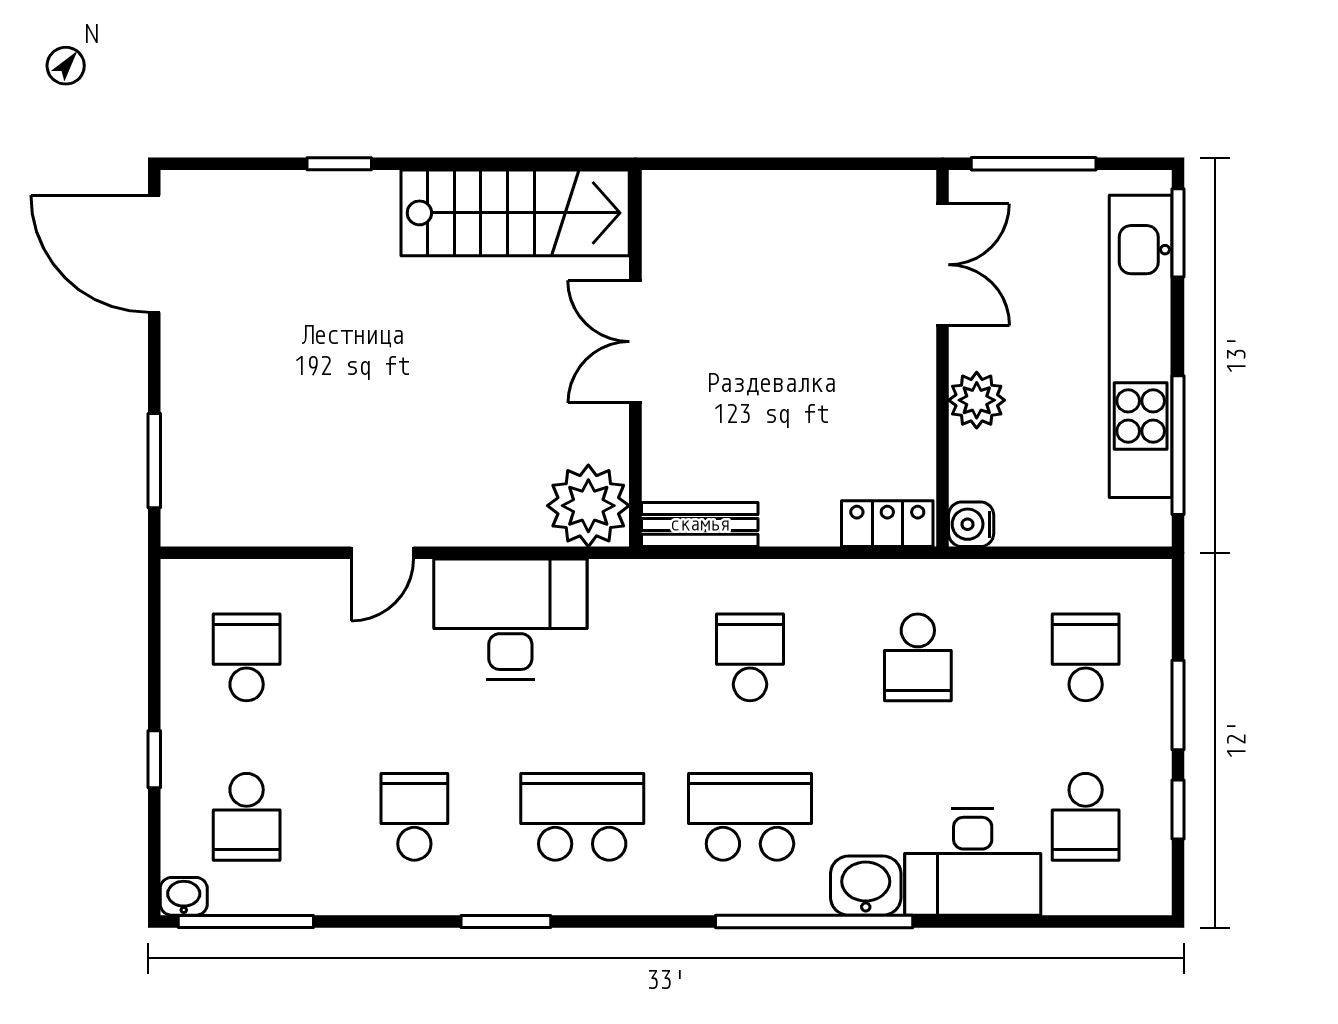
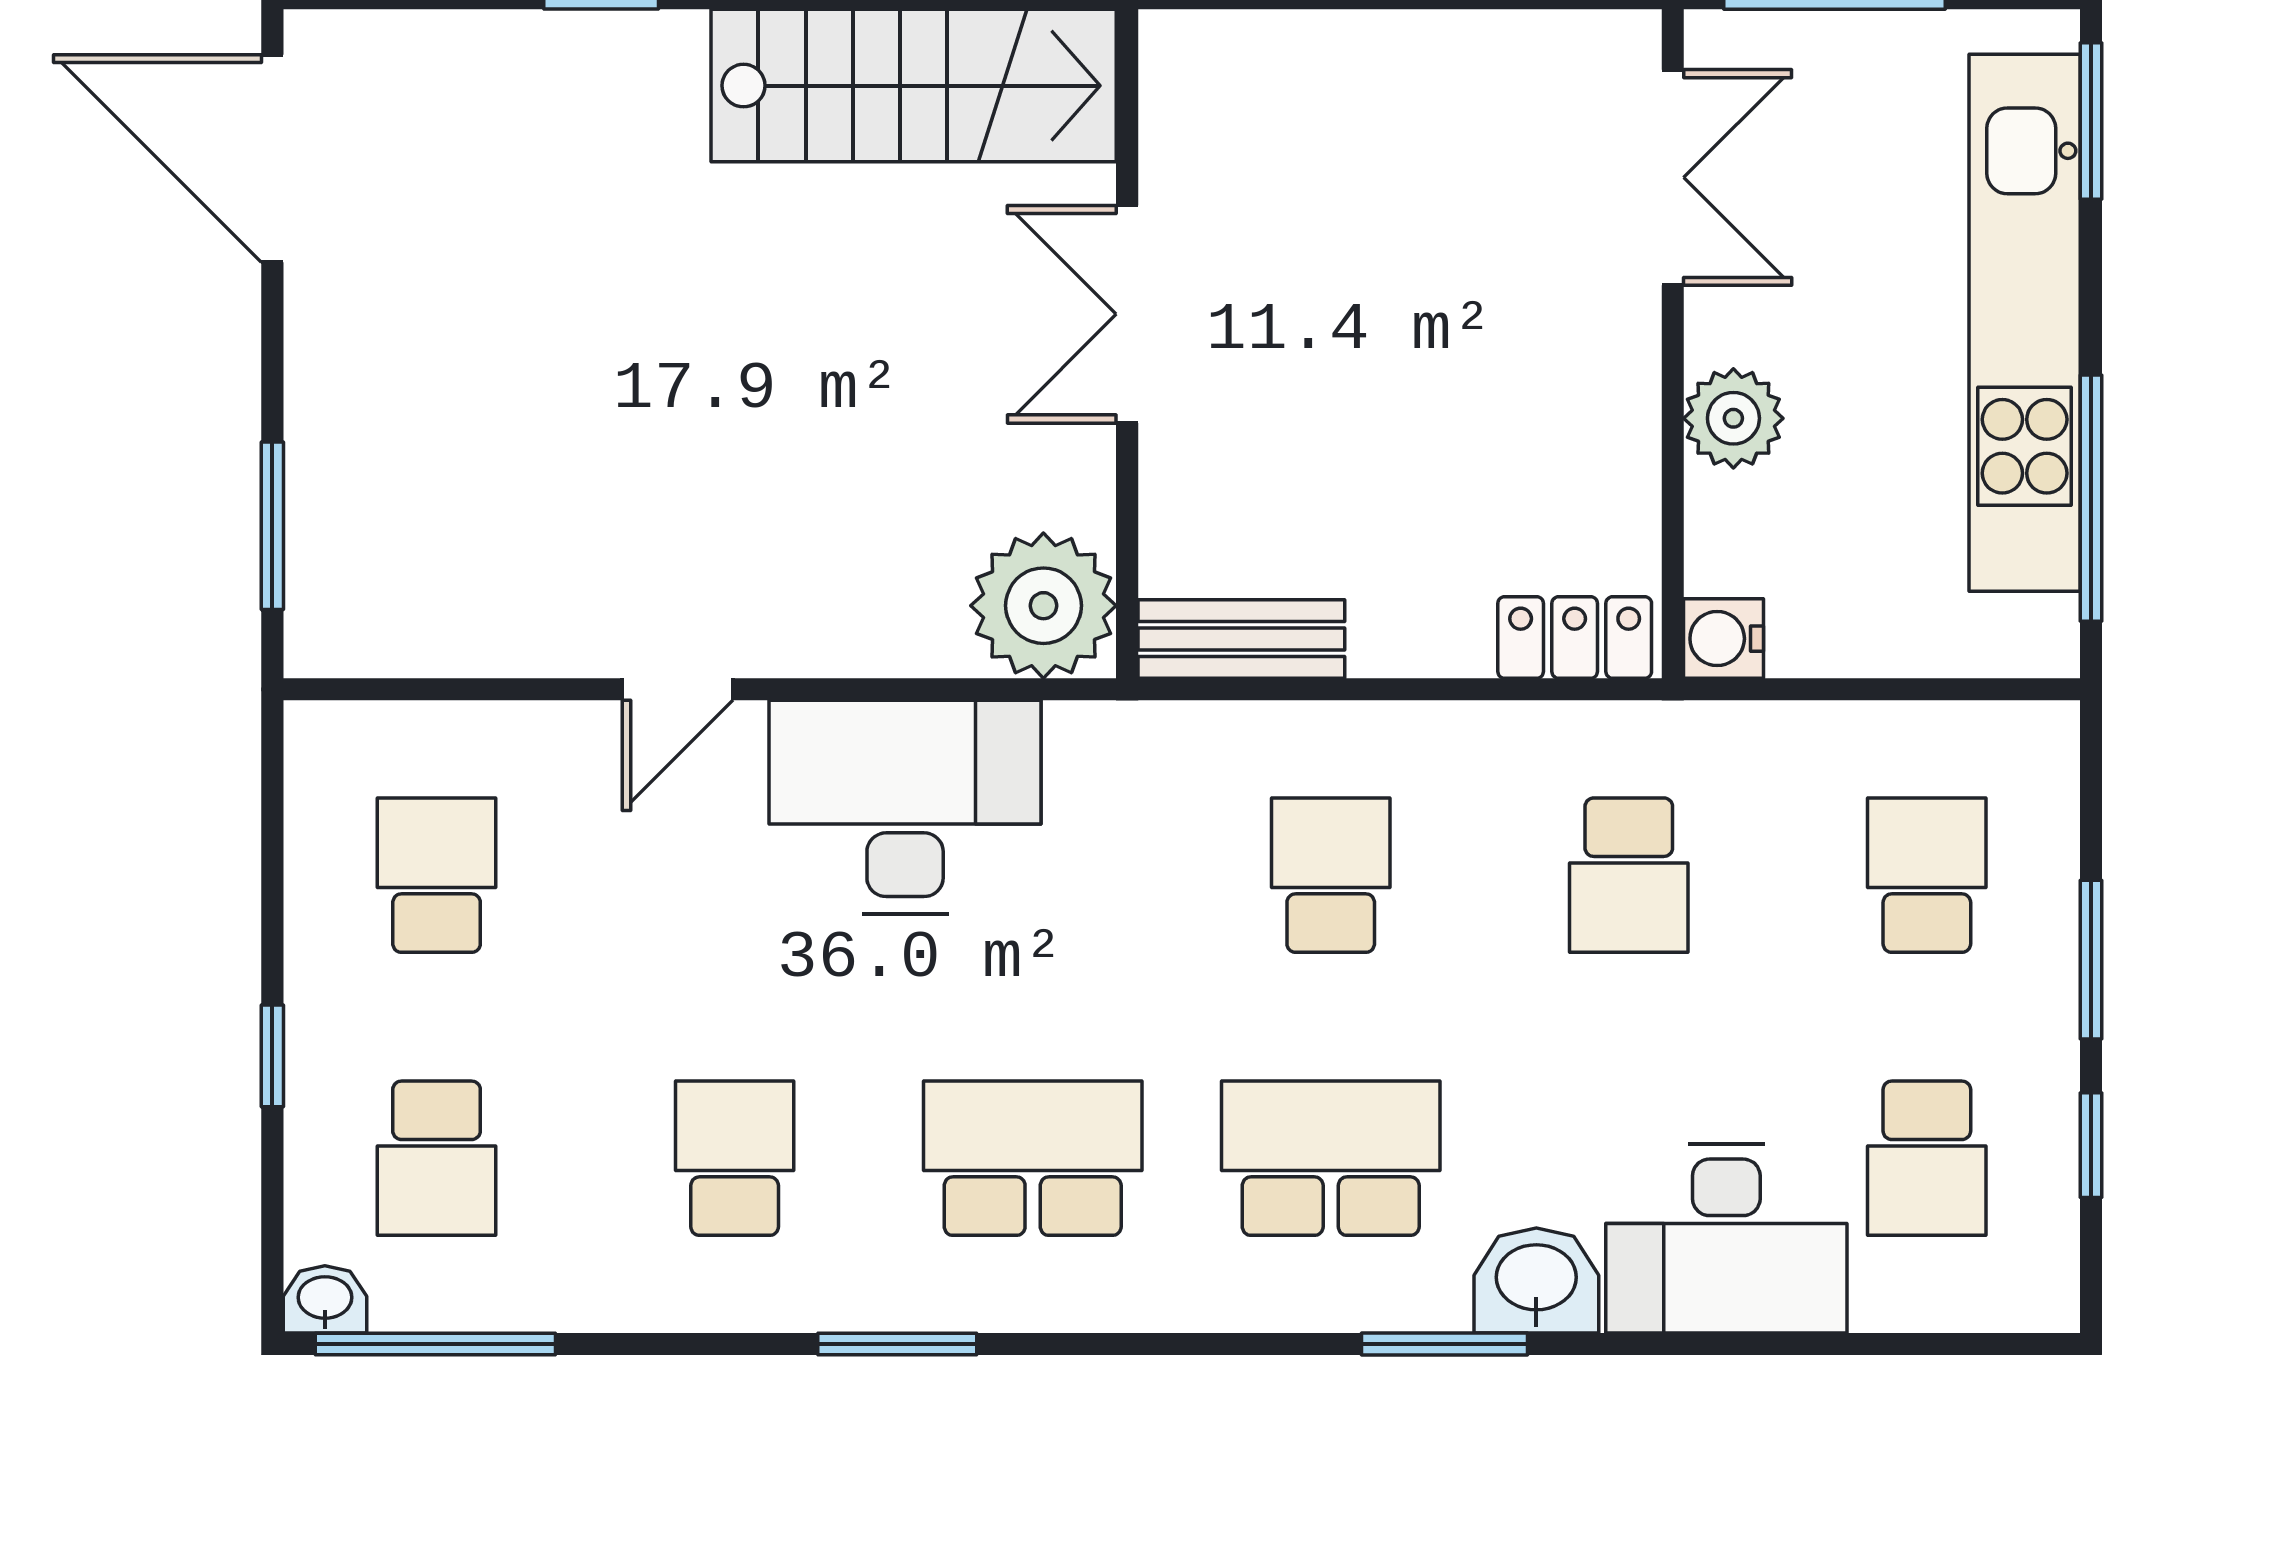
window: (814, 921) -> (1445, 1344), width x0.47

